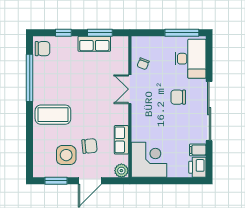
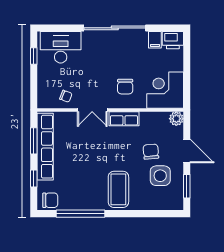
window: (182, 33) -> (34, 56), width x0.46
row of seats: (94, 44) -> (45, 147), width x2.02
chair: (42, 49) -> (50, 200), turned 90
chair: (178, 97) -> (125, 87), moved
row of seats: (121, 140) -> (124, 119), moved

